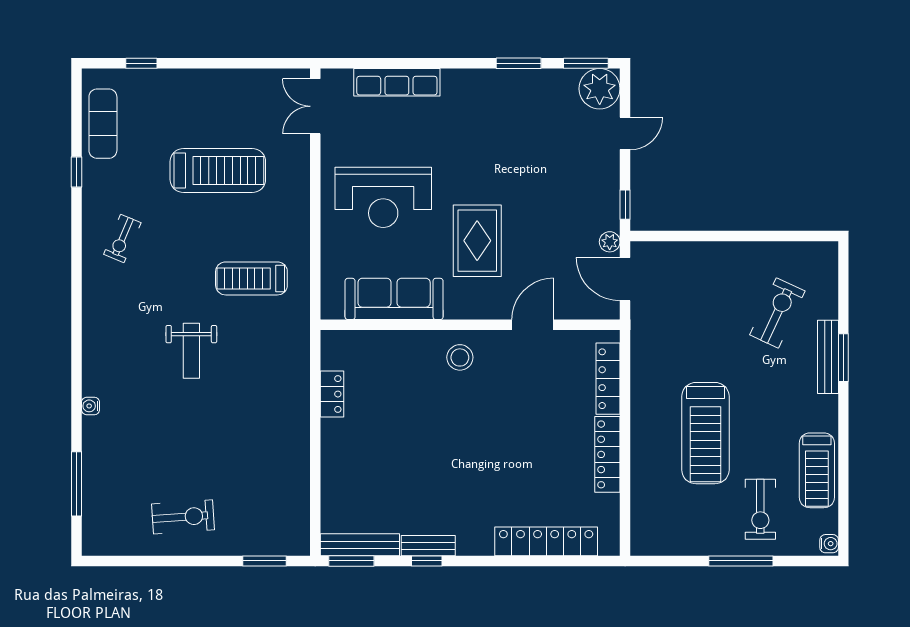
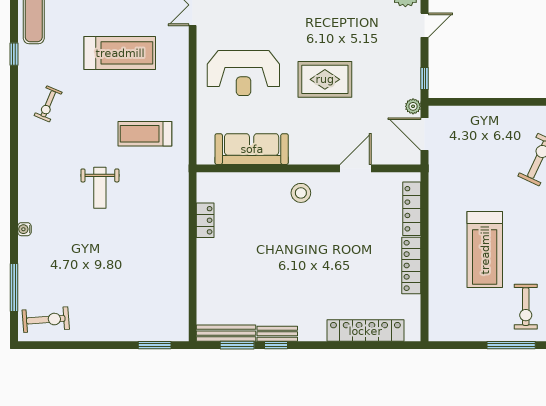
rug: (477, 241) -> (325, 79), moved, turned 90
exercise bike: (183, 517) -> (46, 320), moved
window: (351, 561) -> (237, 345), moved

